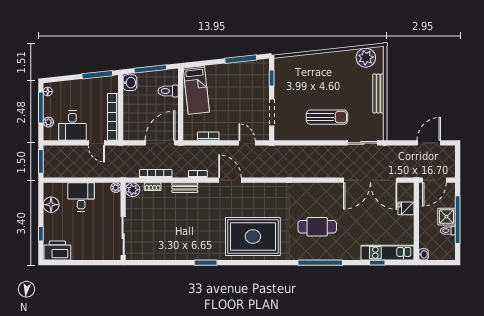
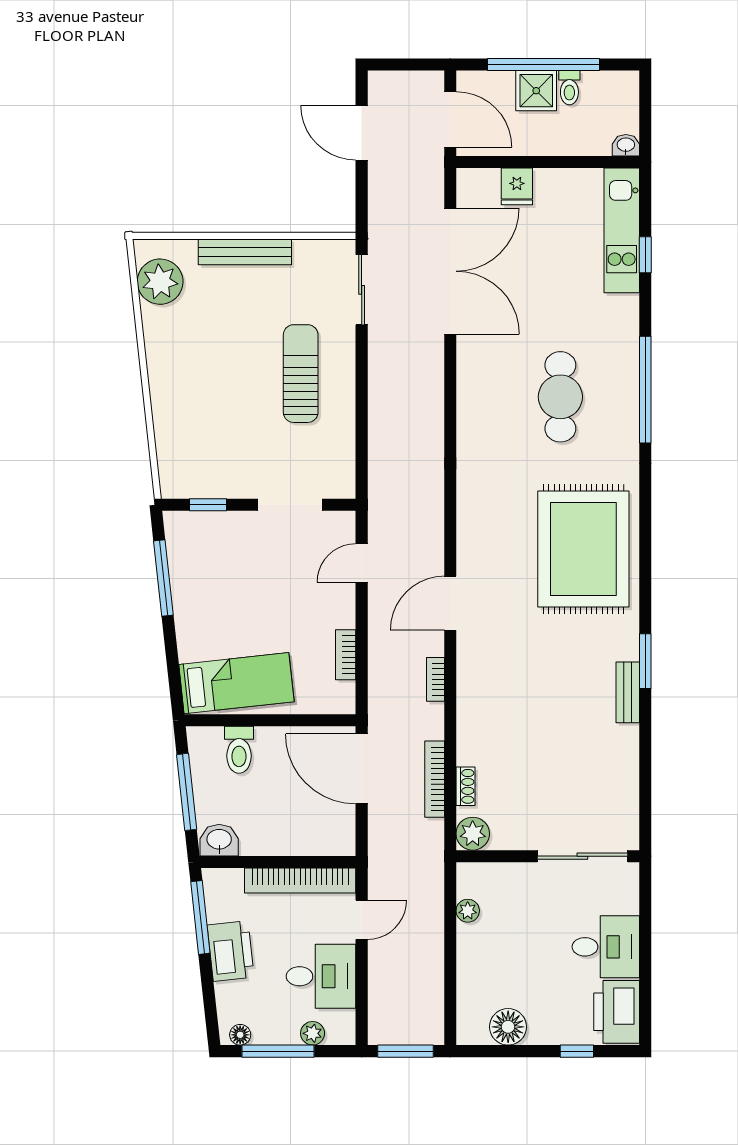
printer: (83, 87) -> (231, 951), added
plant: (116, 188) -> (468, 911), moved
bench: (185, 188) -> (628, 692), moved
desk: (81, 197) -> (606, 947), moved, turned 180

